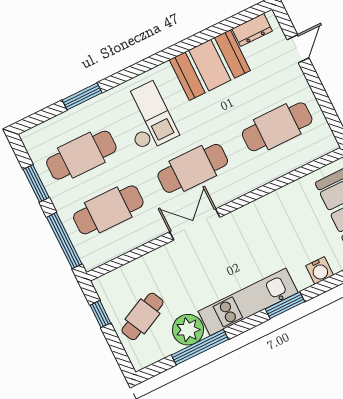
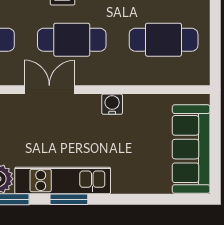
water cooler: (320, 270) -> (112, 104), moved, turned 180
window: (285, 305) -> (69, 199), moved

